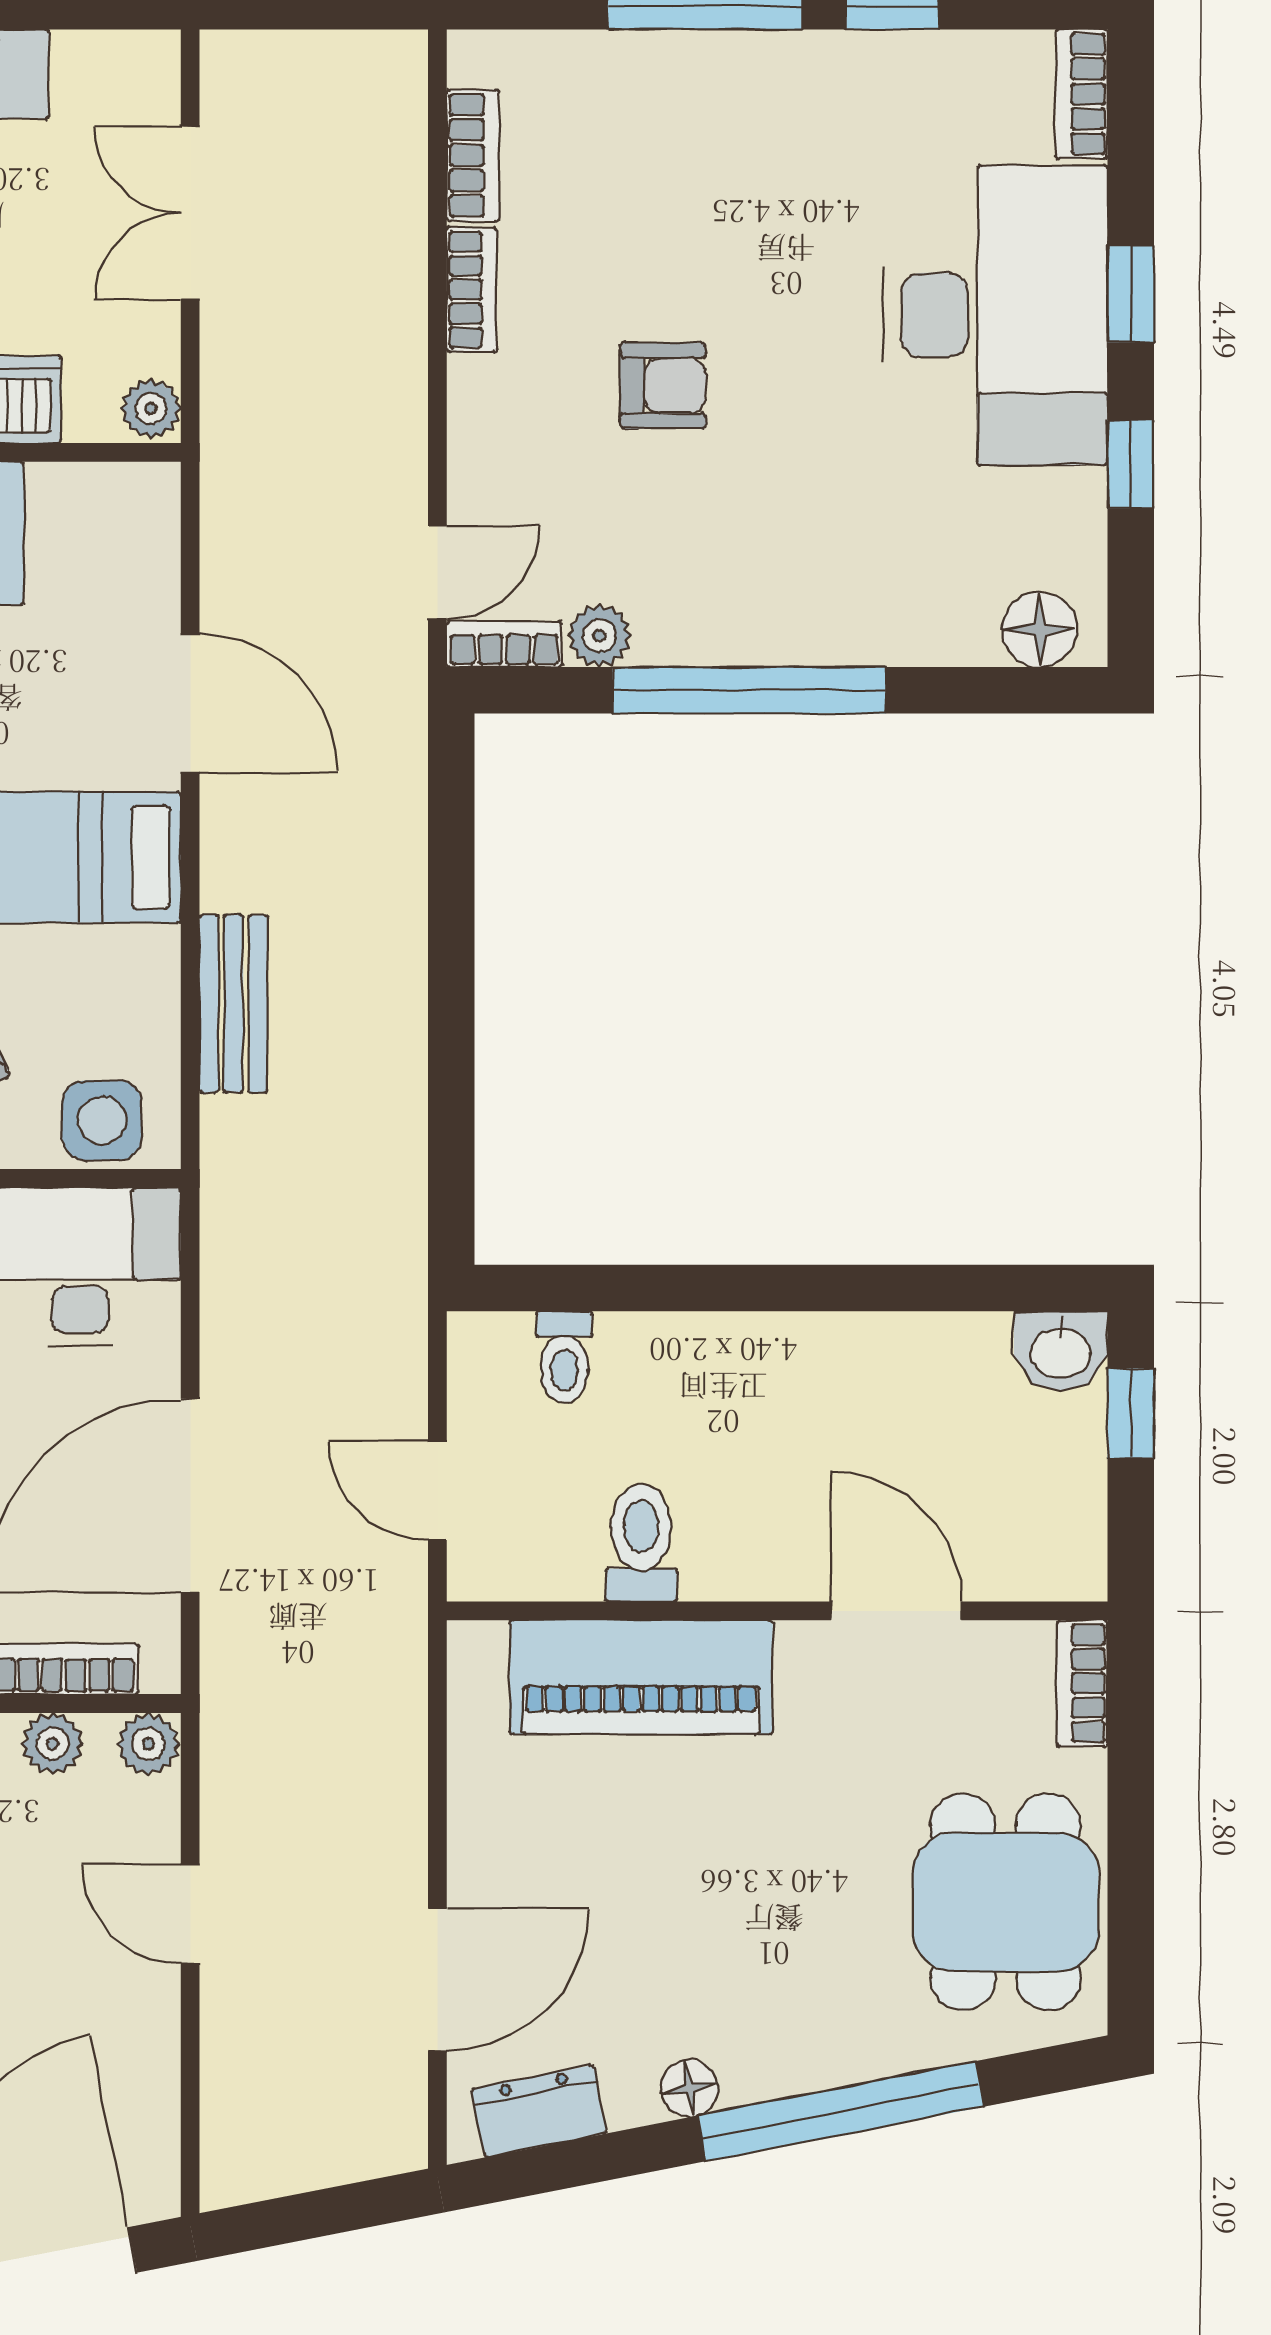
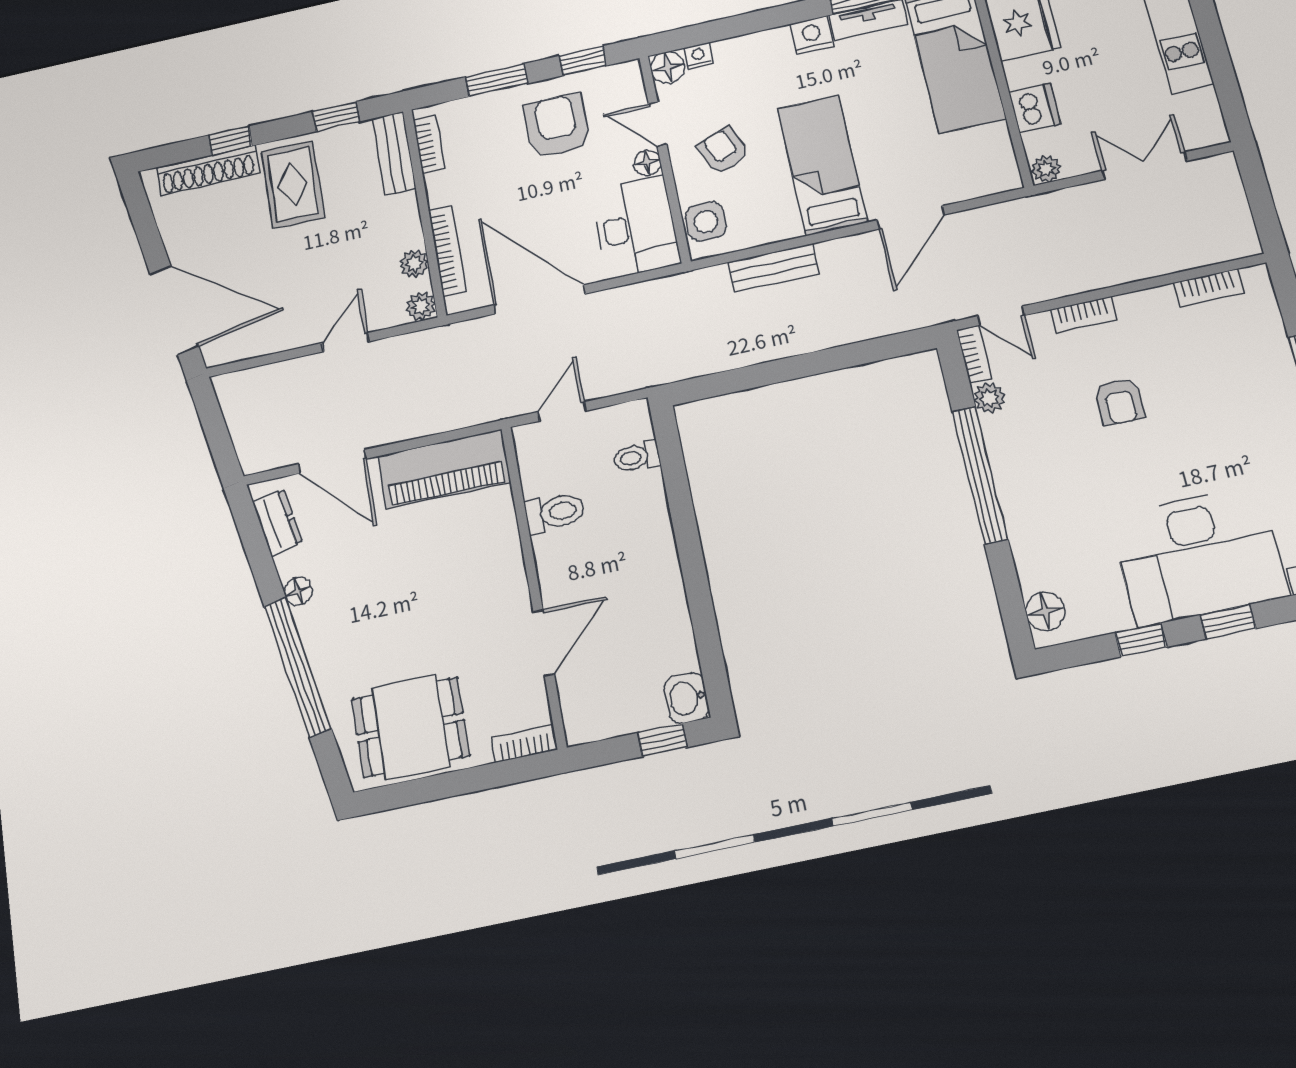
bookcase: (472, 290) -> (1083, 314), moved
piano: (641, 1677) -> (444, 469), moved, turned -90

